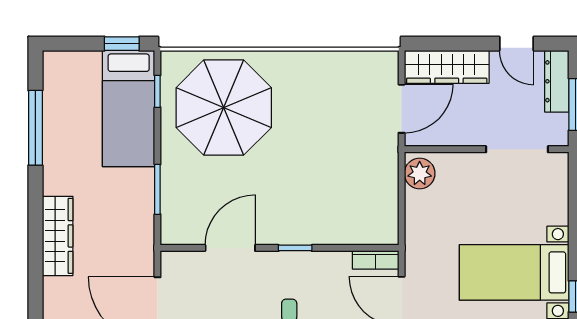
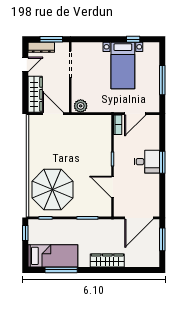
bed: (129, 109) -> (53, 256), moved

